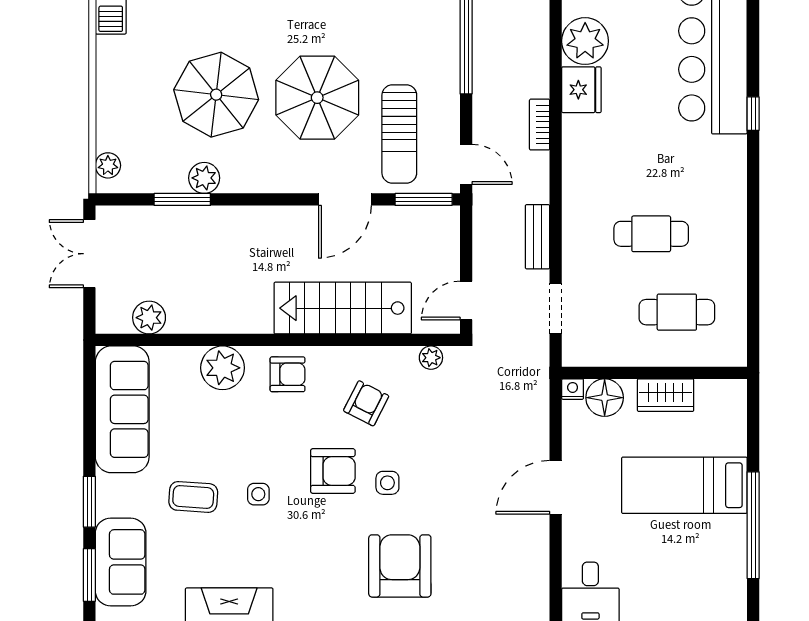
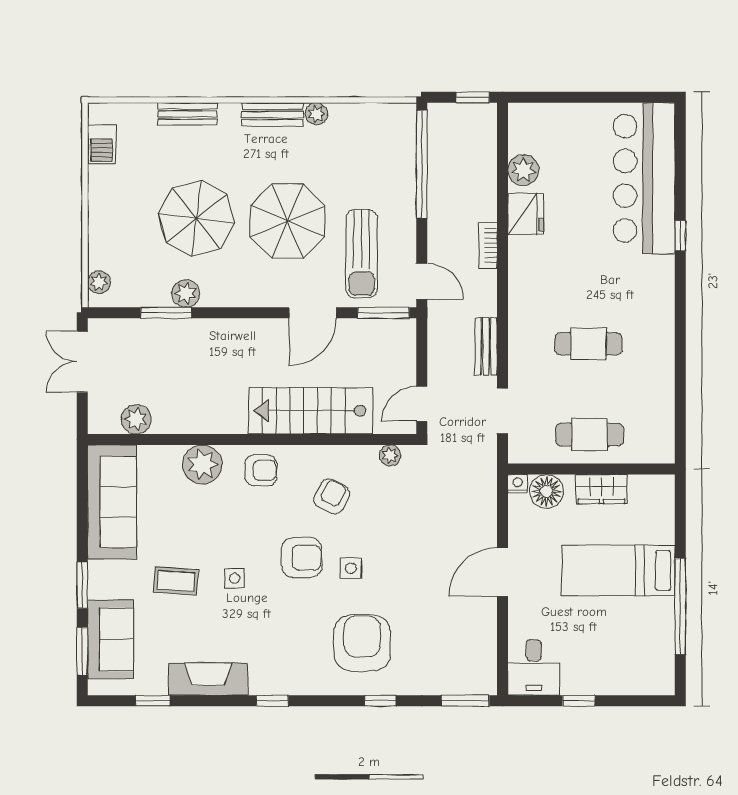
plant: (585, 41) -> (523, 170), width x0.73, depth x0.73
cafe table: (677, 312) -> (590, 435), moved

